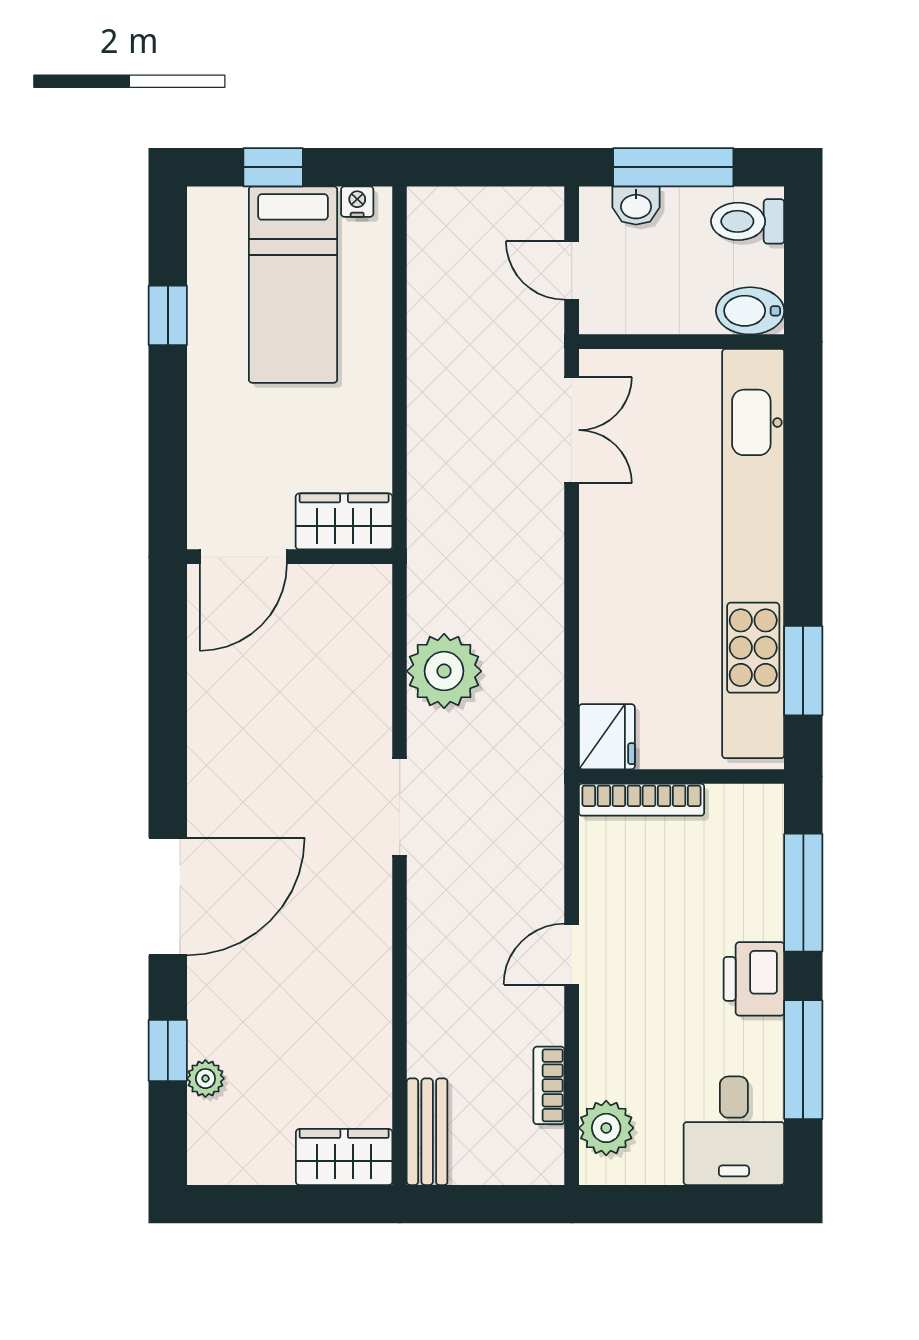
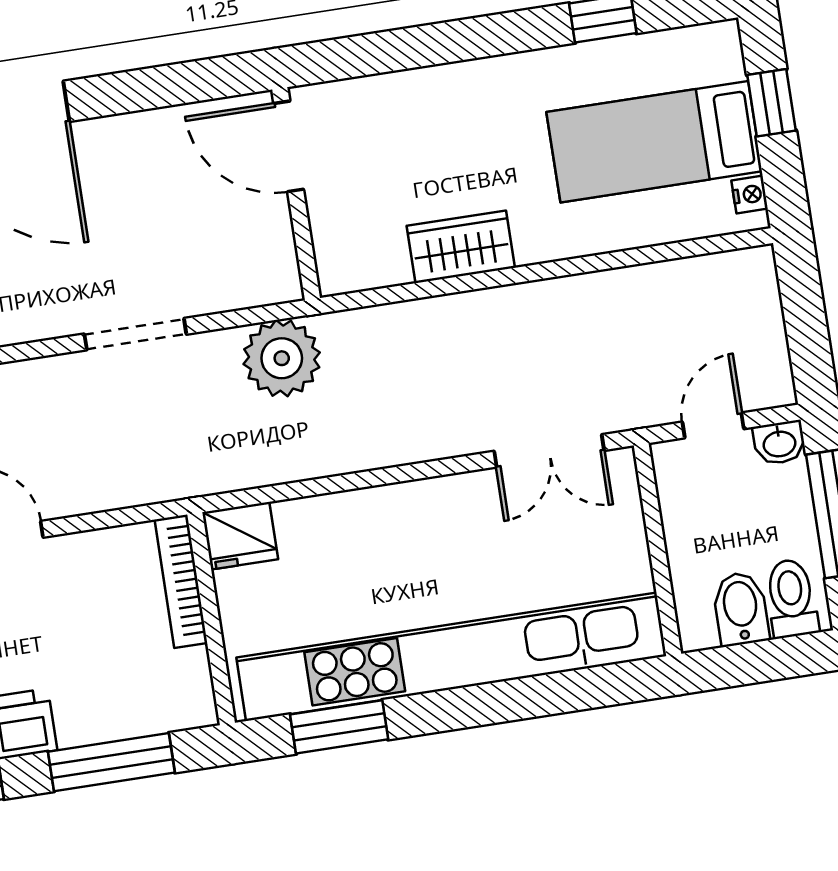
washbasin: (636, 205) -> (779, 443), moved, turned -90
bidet: (750, 311) -> (741, 609), moved
wardrobe: (344, 521) -> (461, 247), moved, turned -90
door: (243, 557) -> (289, 146), moved
wall: (290, 557) -> (296, 194), moved

